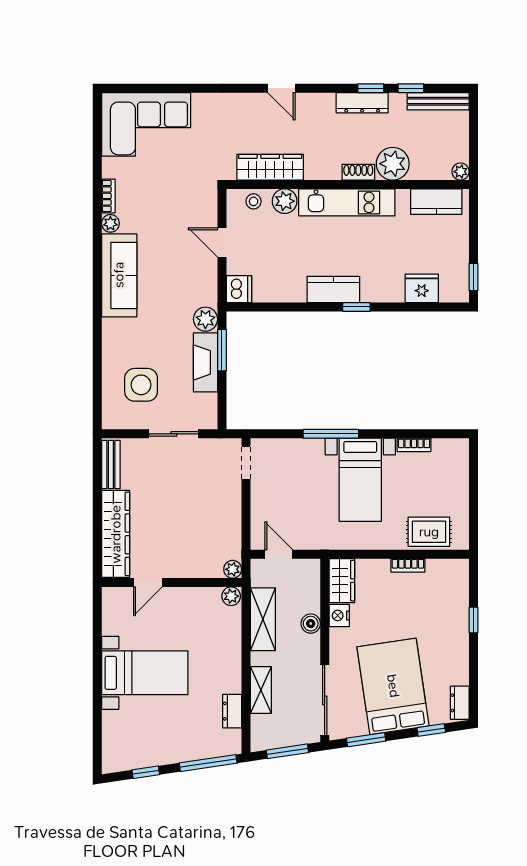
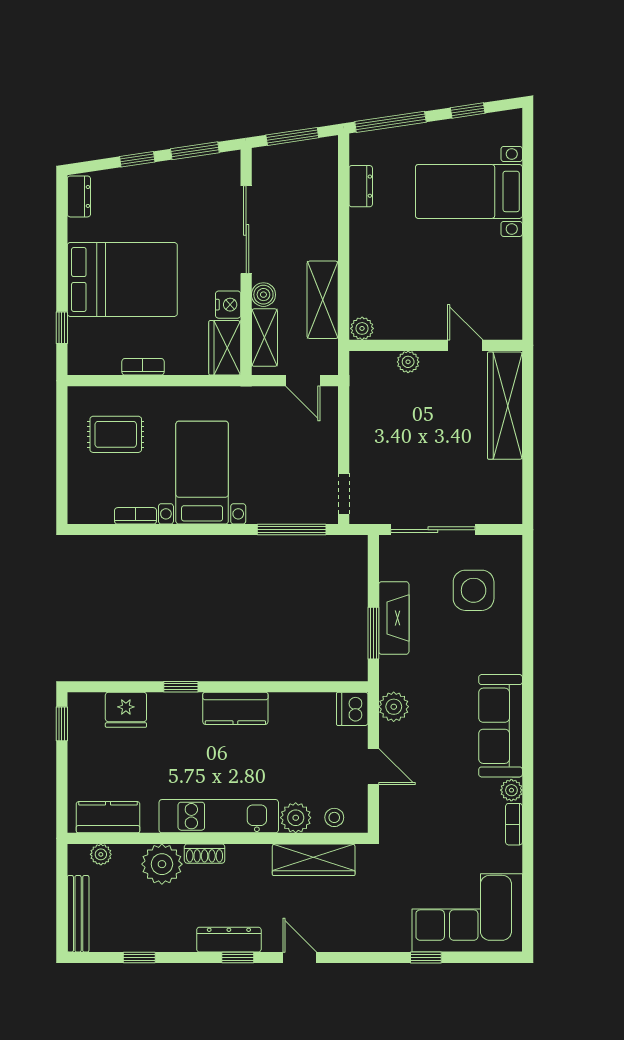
window: (180, 88) -> (426, 958), added
window: (371, 88) -> (238, 958), moved
bench: (438, 101) -> (78, 914), moved, turned 90
dresser: (362, 103) -> (229, 940), moved
plant: (461, 172) -> (101, 854), moved
window: (356, 307) -> (181, 687), moved
plant: (205, 319) -> (394, 707), moved
sliding door: (174, 434) -> (433, 530), width x1.37
window: (331, 434) -> (292, 530), moved
bench: (111, 465) -> (511, 492), removed
rug: (429, 532) -> (116, 434), moved
plant: (233, 569) -> (408, 362), moved
door: (148, 583) -> (465, 345), hinge flipped
window: (473, 620) -> (62, 328), moved
bed with nightstands: (145, 673) -> (469, 191), moved
bed: (393, 686) -> (122, 279), moved, turned -82
shelving: (261, 690) -> (264, 338), moved
sliding door: (325, 700) -> (246, 230), moved
window: (431, 730) -> (137, 159), moved

